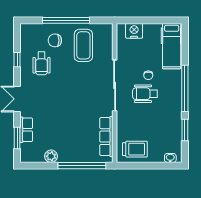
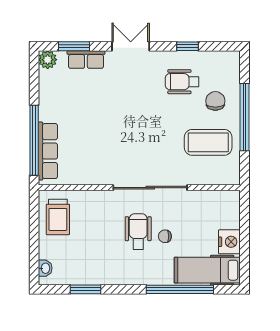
nightstand: (134, 31) -> (229, 242), moved
window: (185, 88) -> (180, 289), moved
row of seats: (106, 137) -> (48, 151), moved, turned 90
plant: (51, 156) -> (48, 60), moved

